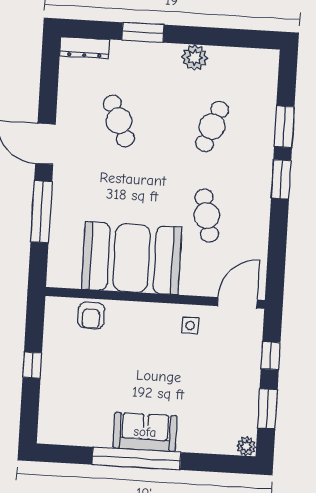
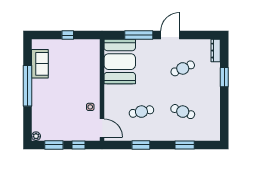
plant: (195, 57) -> (214, 102), removed
window: (281, 179) -> (141, 145), moved
booth: (132, 258) -> (120, 62), moved
armchair: (91, 315) -> (92, 61), removed
sofa: (145, 432) -> (40, 64), moved

